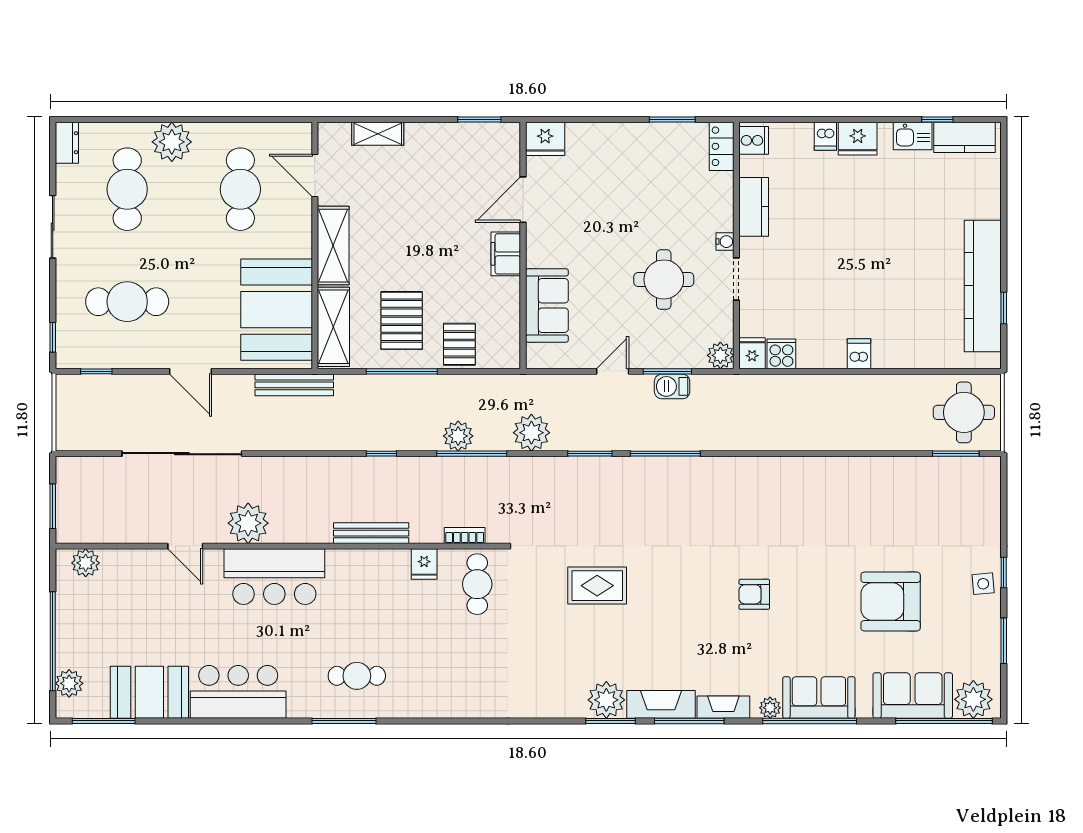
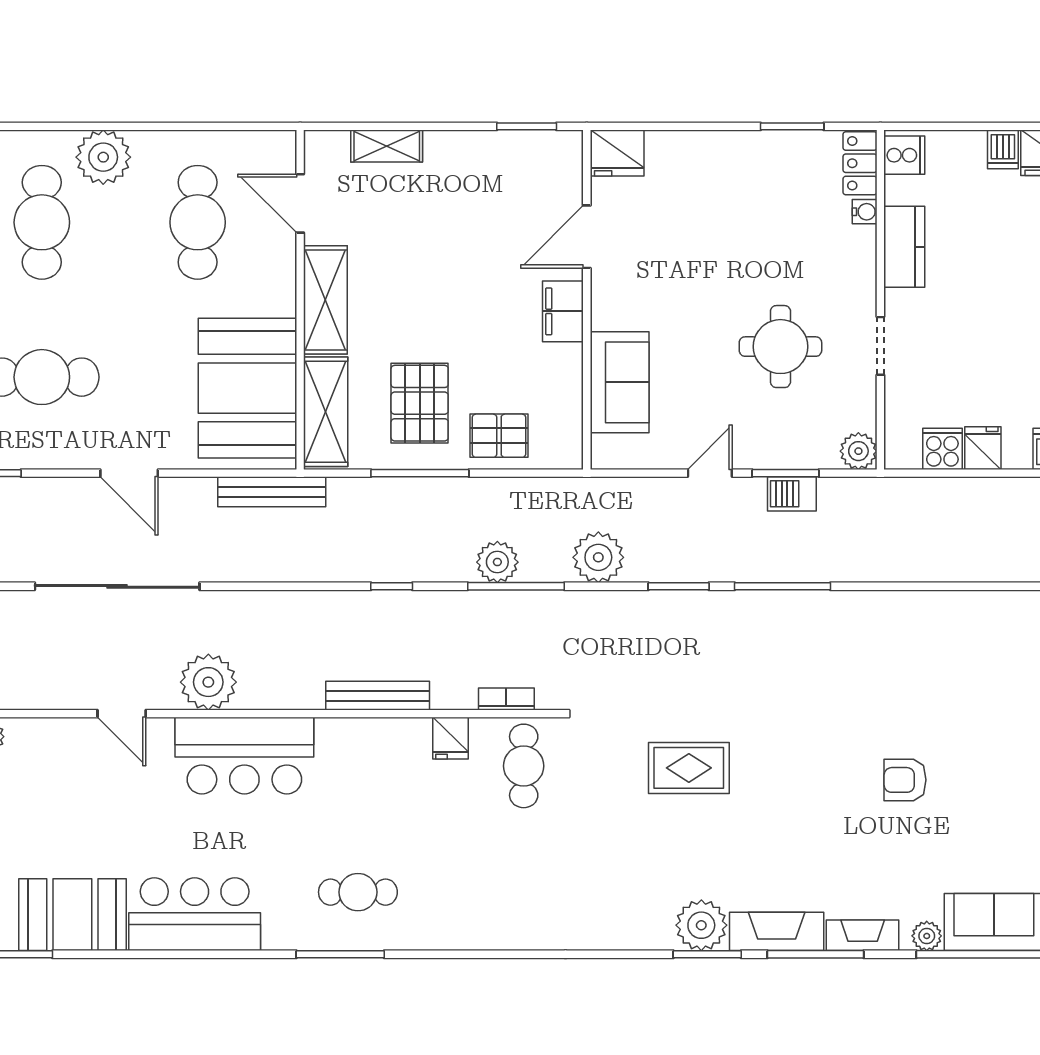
water cooler: (725, 242) -> (865, 212), moved
pallet: (459, 344) -> (499, 436), turned 90
fridge: (752, 353) -> (983, 448), moved

